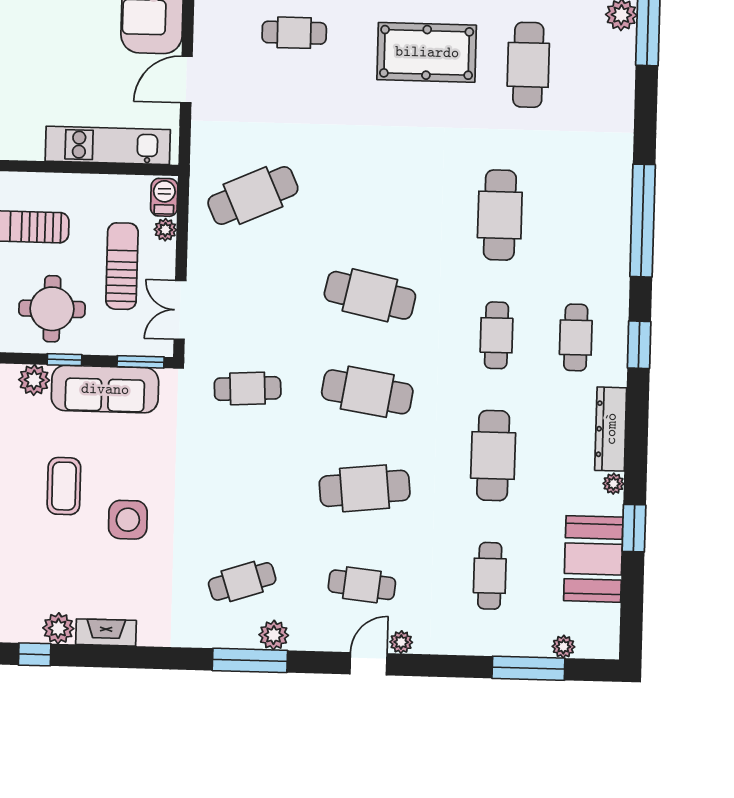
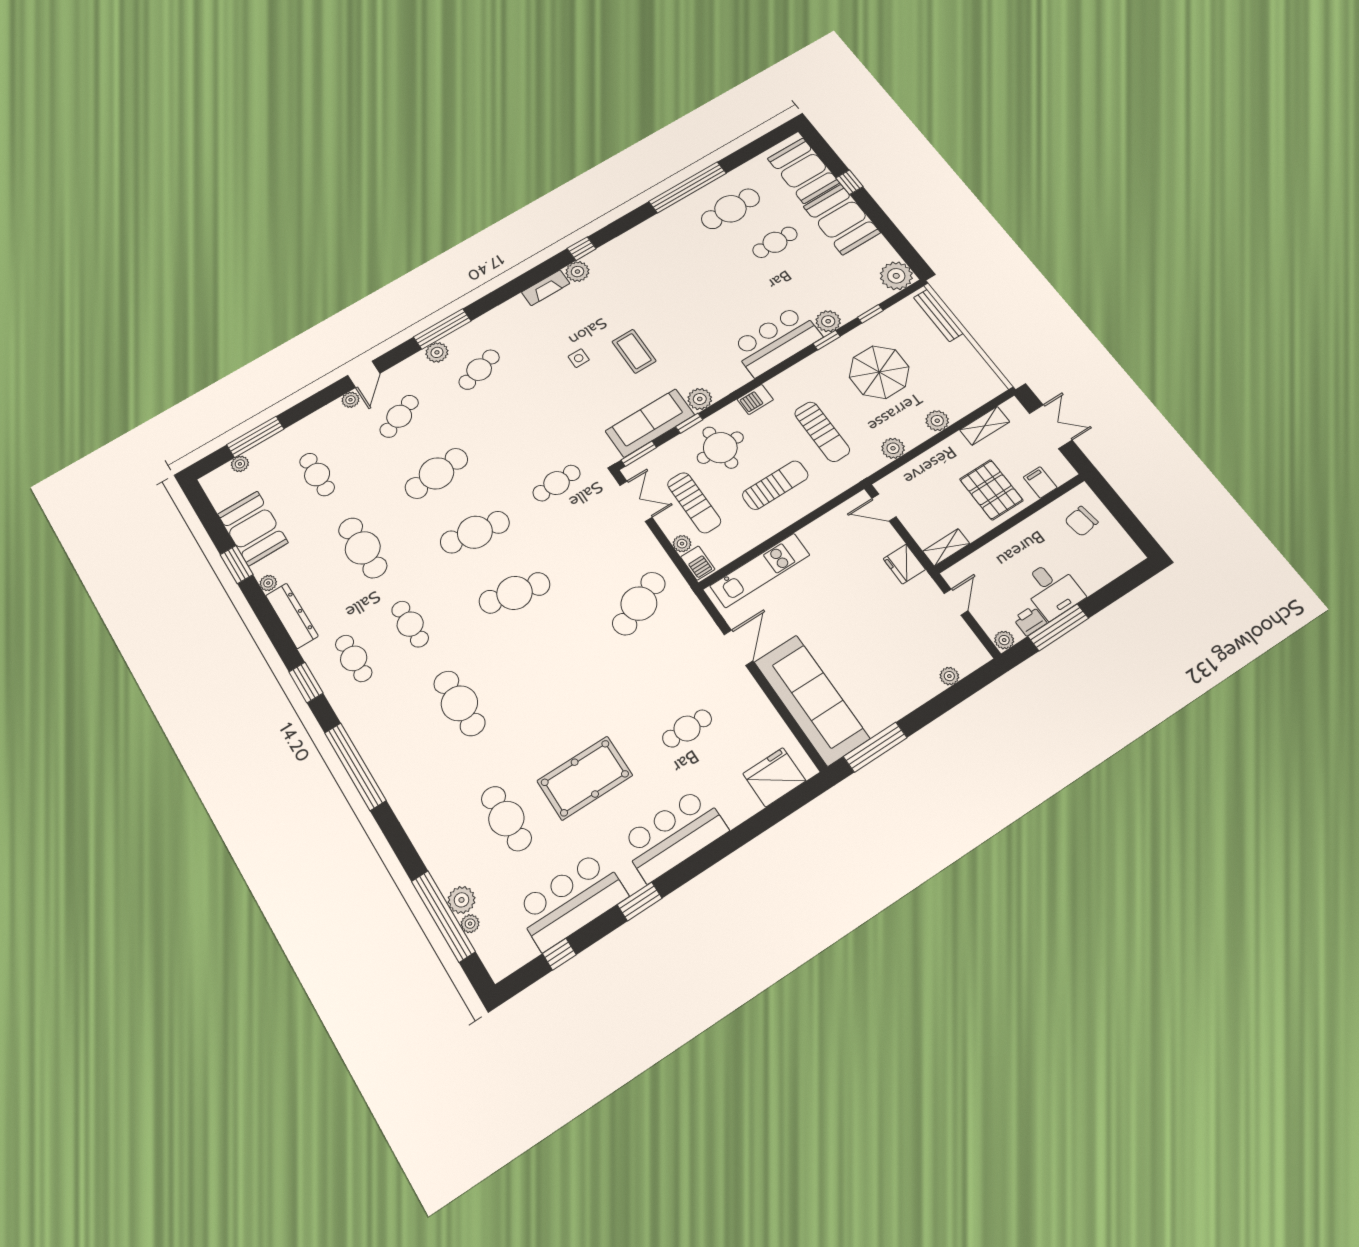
side table: (128, 520) -> (579, 358), width x0.54, depth x0.54
cafe table: (362, 585) -> (399, 416), turned -30

